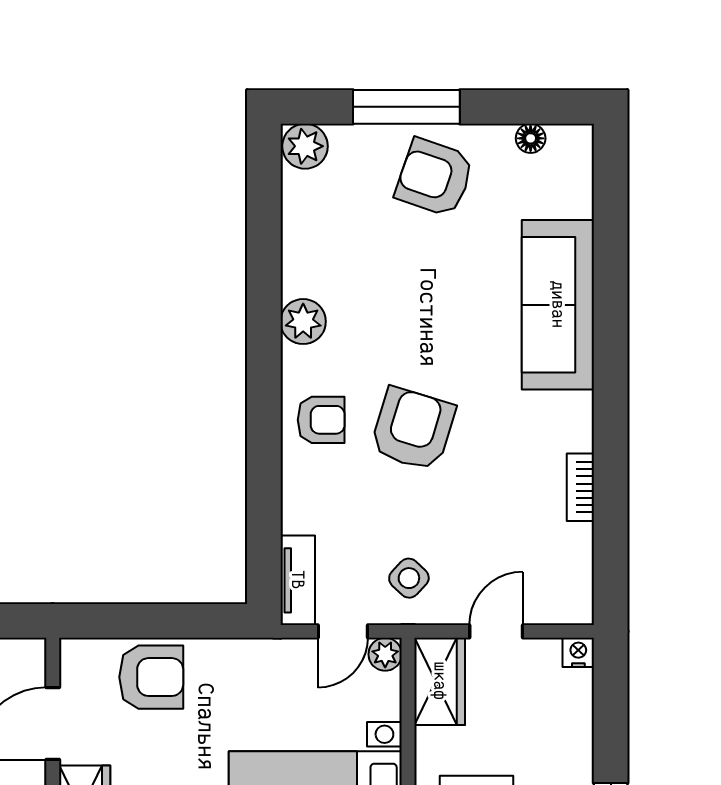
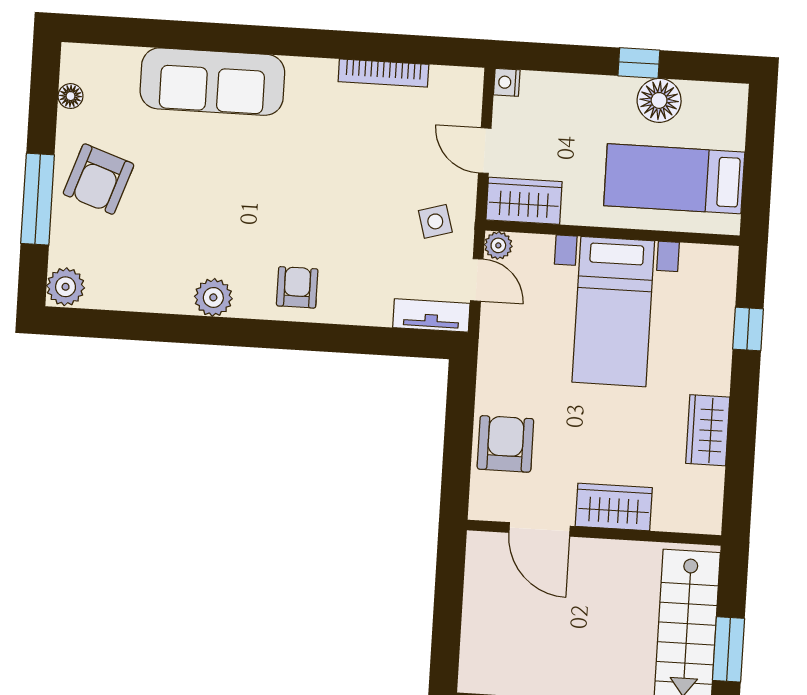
armchair: (413, 429) -> (310, 210), removed
bookcase: (580, 487) -> (383, 73), width x1.56
side table: (409, 578) -> (435, 221), turned 31

